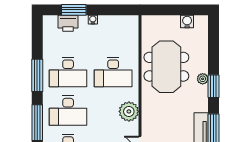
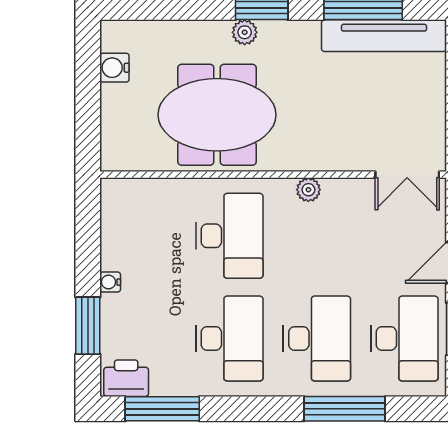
printer: (68, 23) -> (126, 378), moved, turned -90
window: (37, 75) -> (162, 409), moved
plant: (129, 111) -> (308, 190), width x0.53, depth x0.53

